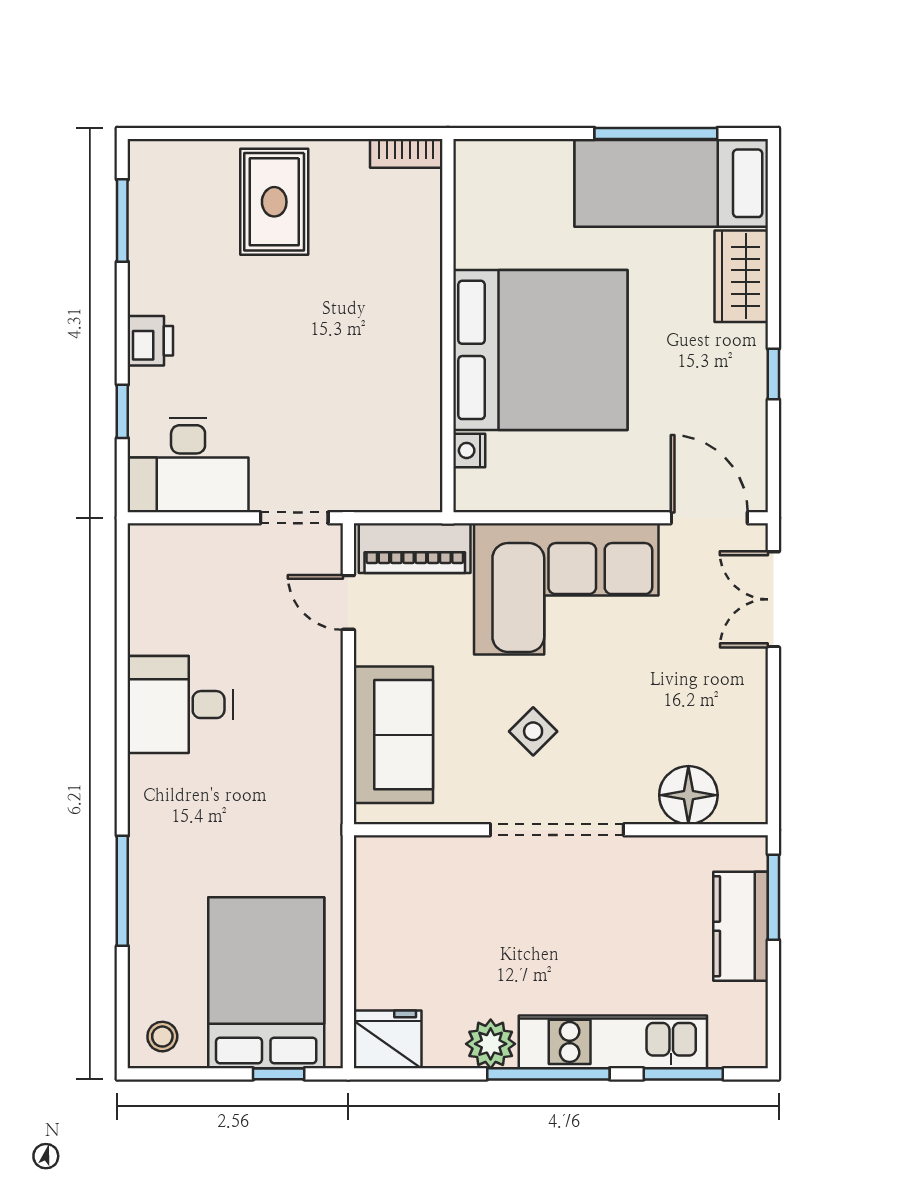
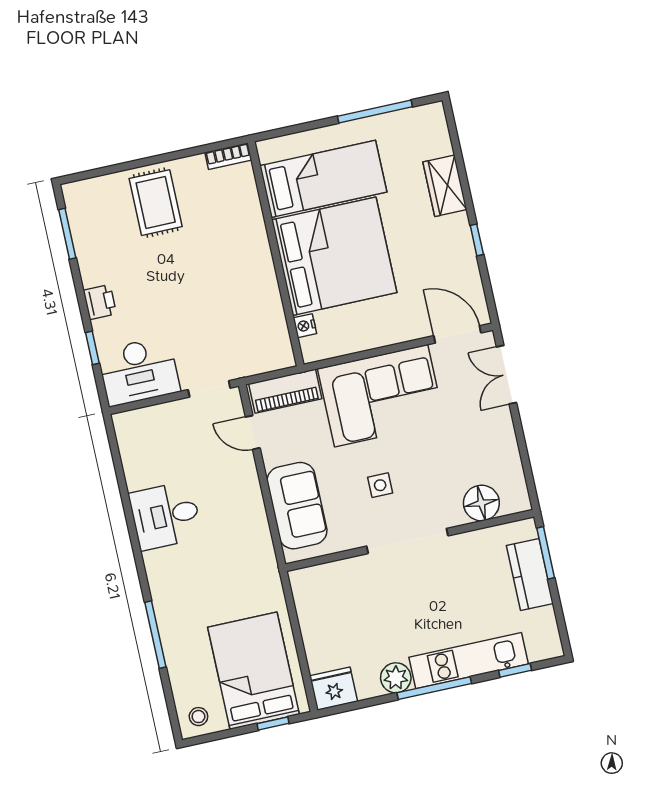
bed: (671, 183) -> (323, 179), moved, turned 180
side table: (533, 731) -> (380, 485), turned 45
window: (683, 1074) -> (515, 670), width x0.67

